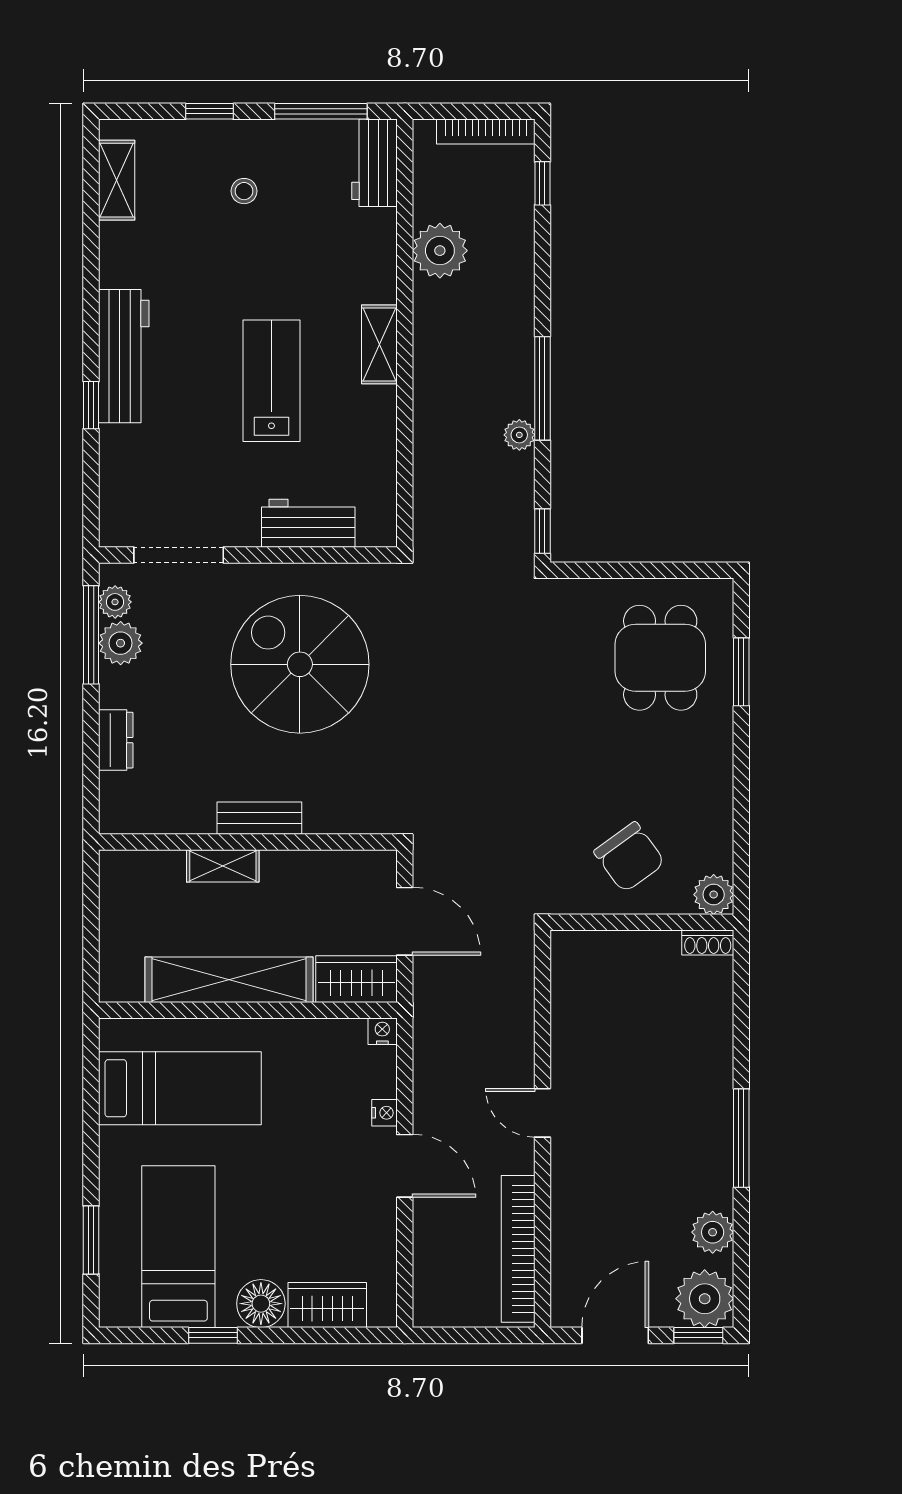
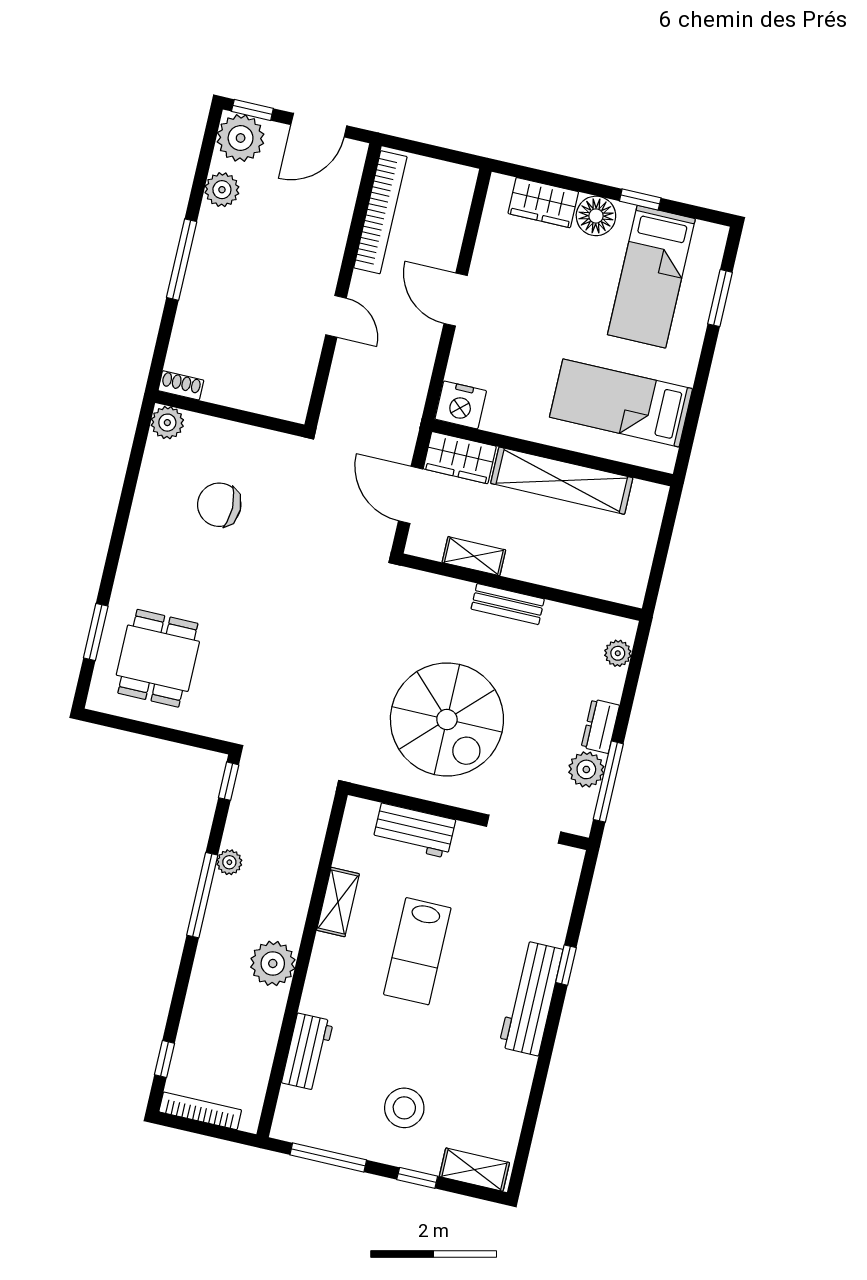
workbench: (374, 163) -> (307, 1052), moved
shelving: (117, 180) -> (474, 1170), moved, turned 90
stool: (244, 191) -> (404, 1108), width x1.89, depth x1.89
plant: (440, 251) -> (273, 963), moved
shelving: (379, 344) -> (338, 902), moved
plant: (115, 602) -> (618, 653), moved
dresser: (116, 740) -> (600, 726), moved
chair: (629, 857) -> (219, 505), turned -54
shelving: (223, 866) -> (474, 556), moved
plant: (714, 895) -> (167, 423), moved
wall: (642, 922) -> (230, 414), moved
shoe rack: (708, 942) -> (181, 385), moved
nightstand: (382, 1031) -> (461, 405), width x1.89, depth x1.79
nightstand: (385, 1113) -> (462, 346), removed

